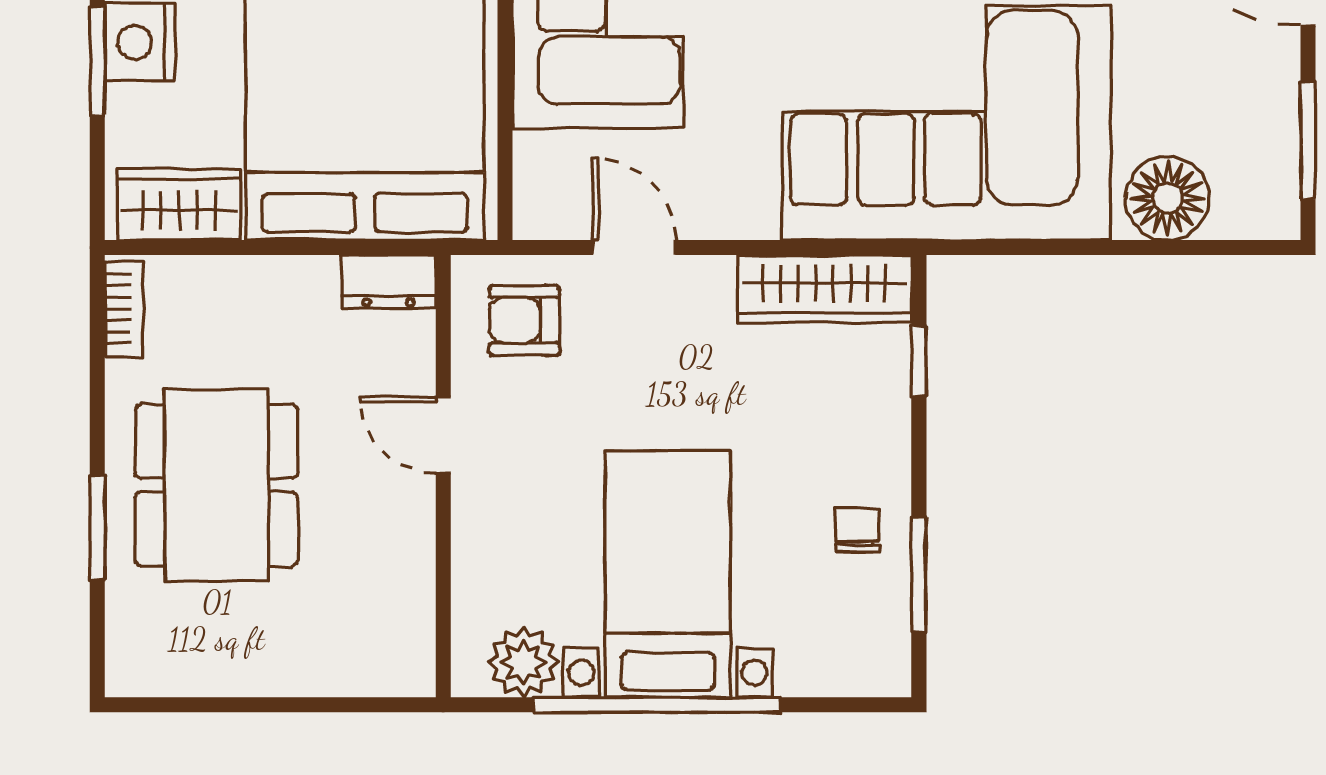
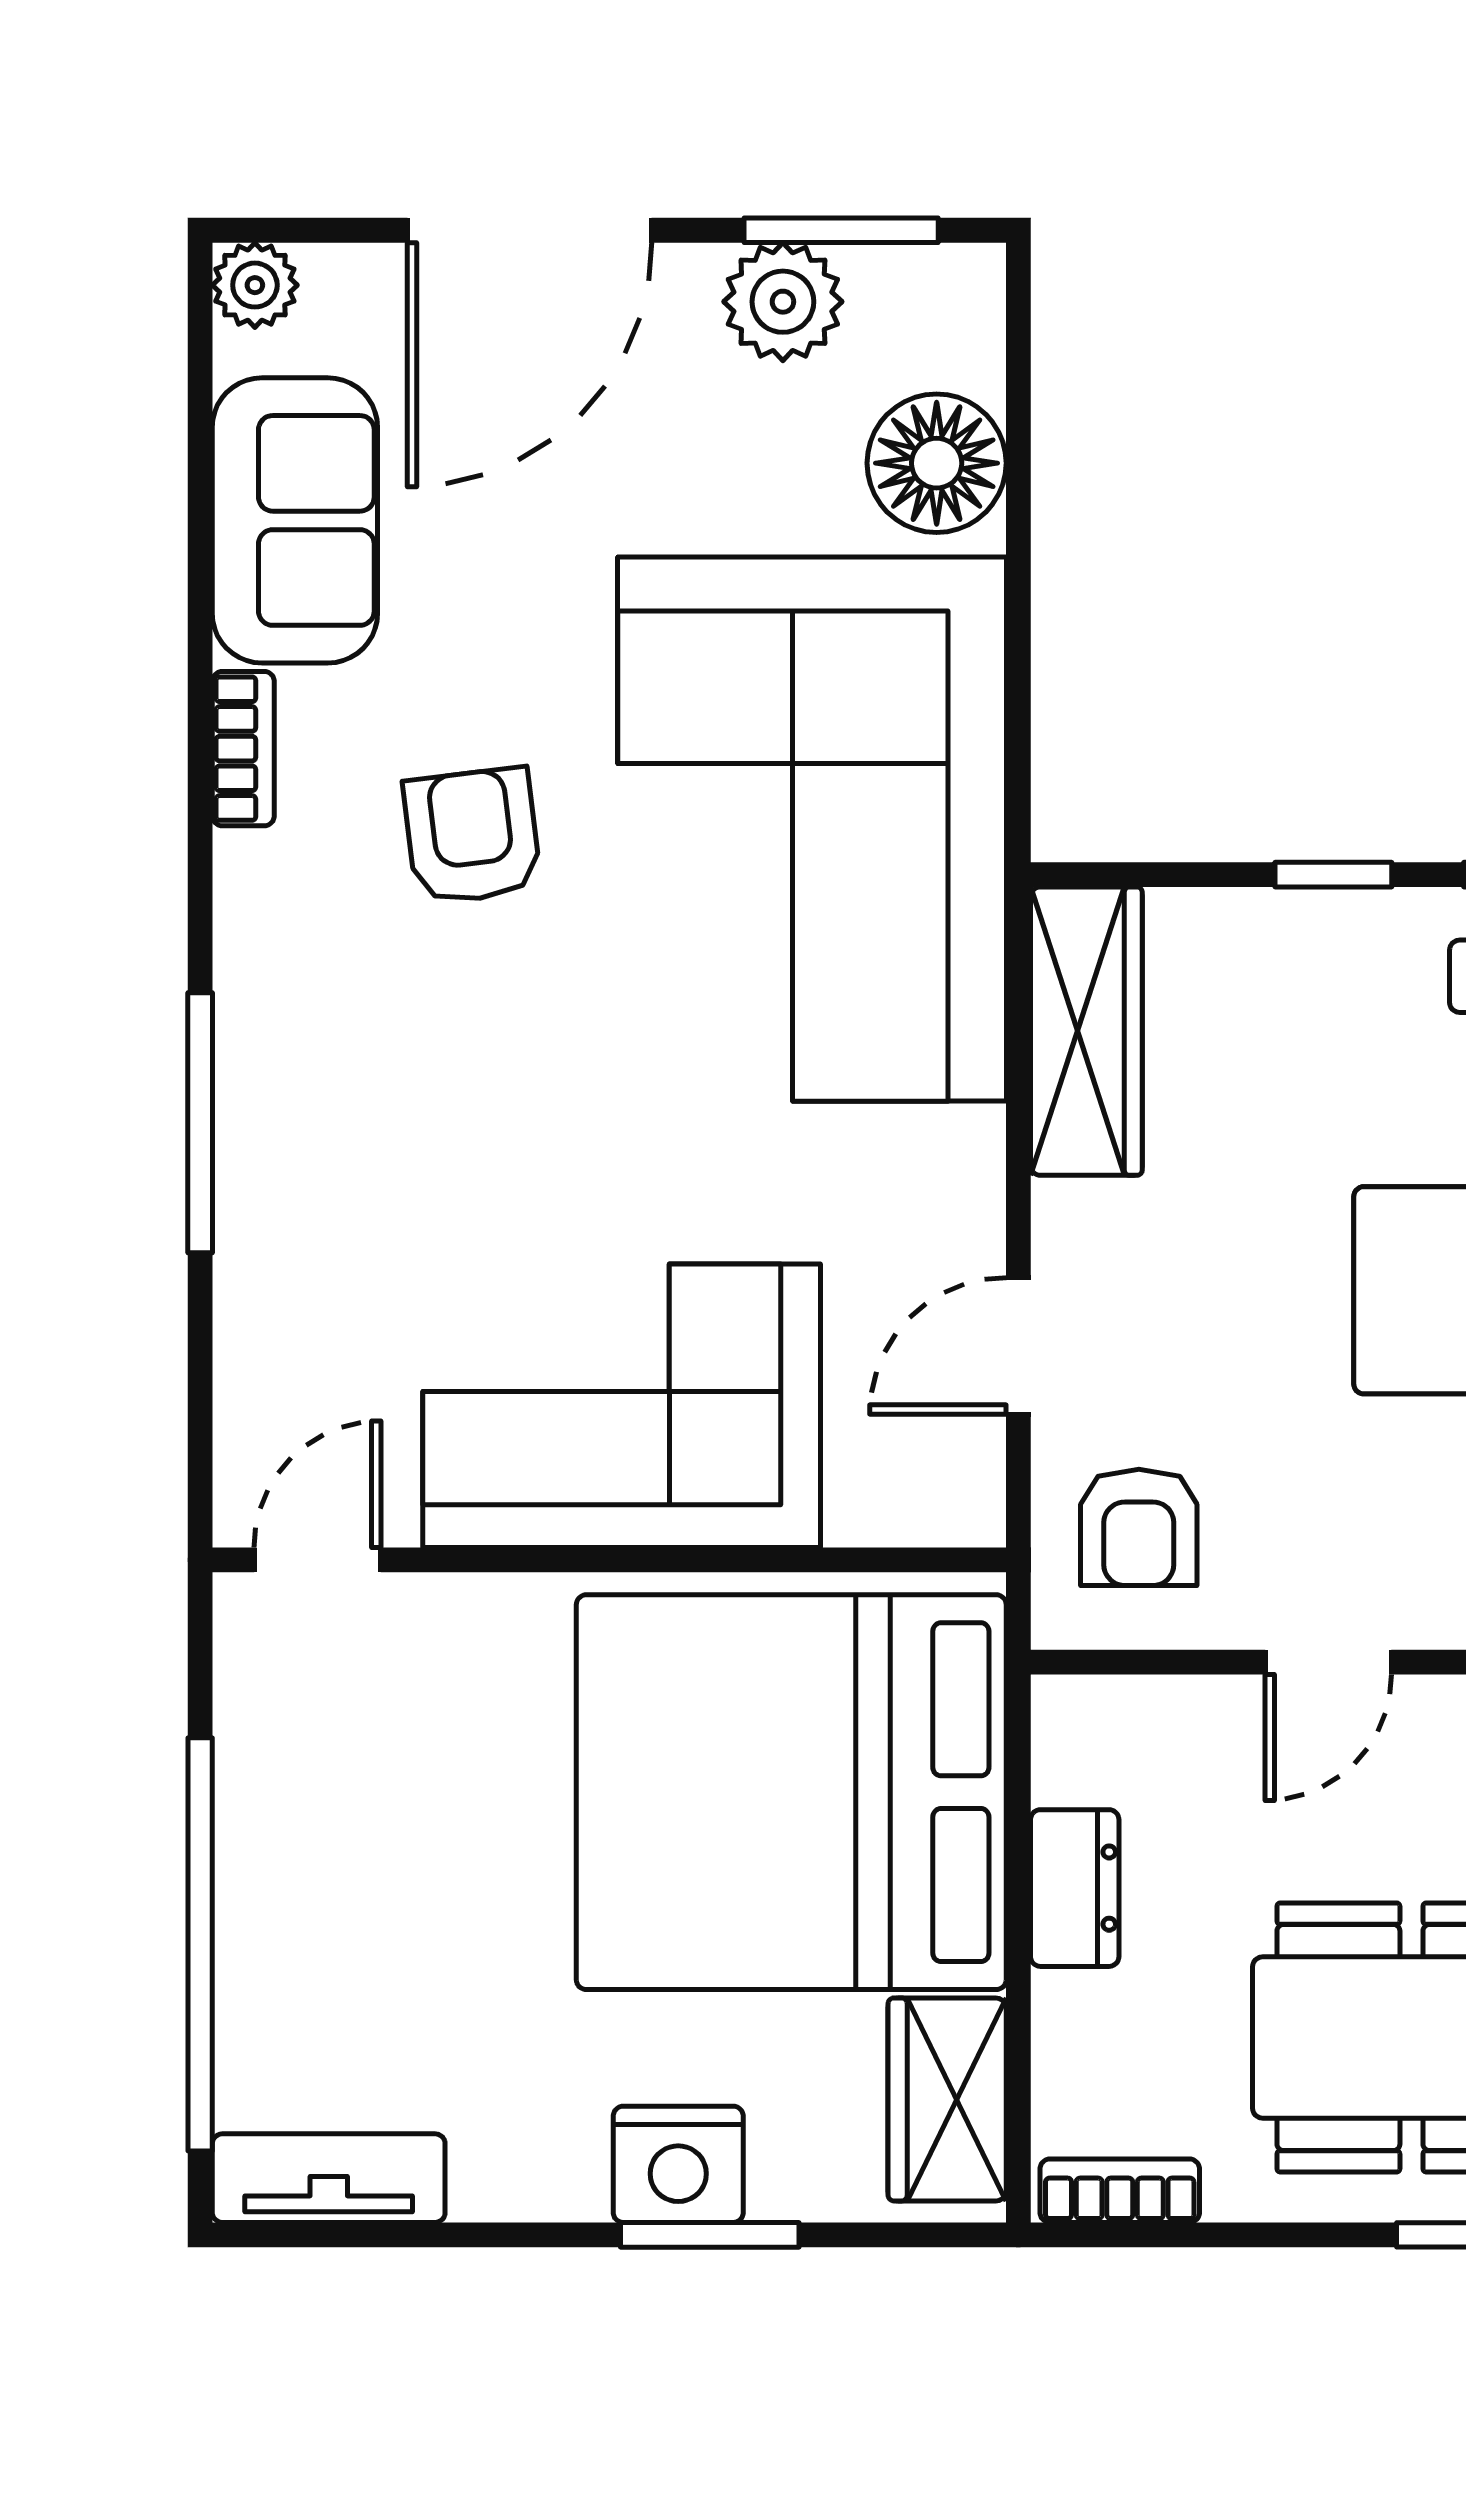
plant: (1265, 105) -> (783, 302), added
dresser: (388, 282) -> (1075, 1888), moved
window: (919, 361) -> (1333, 875), moved

